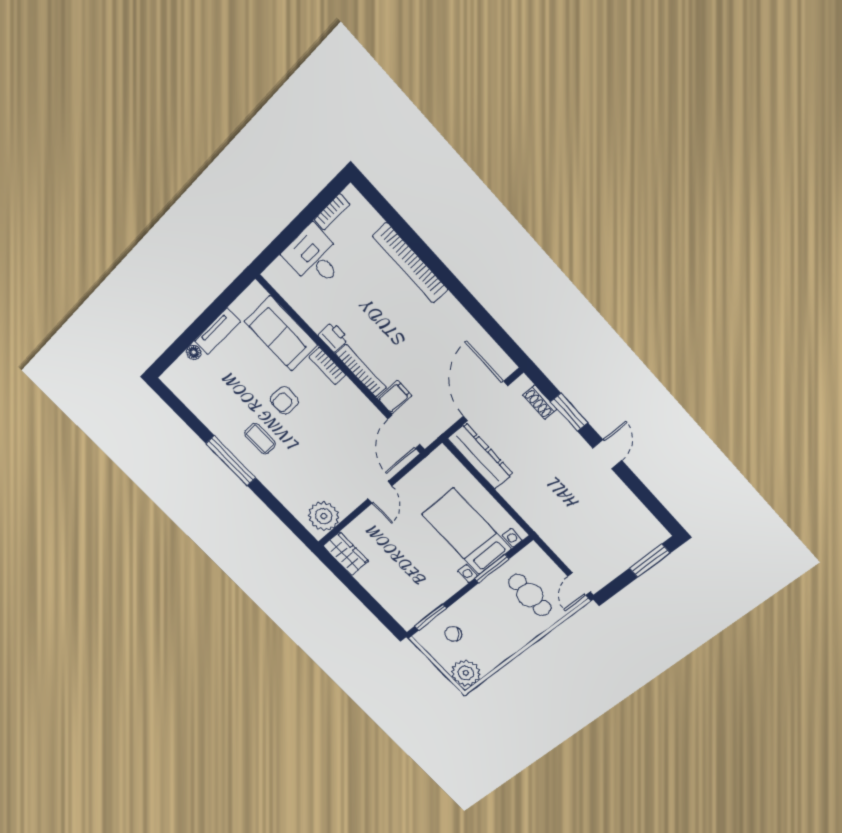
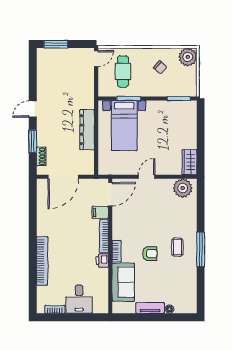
dresser: (480, 456) -> (87, 130), moved
chair: (453, 634) -> (160, 67), moved

